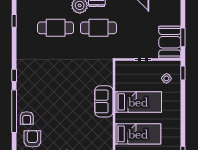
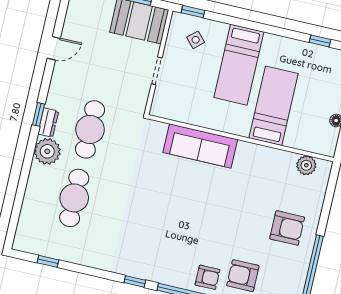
sofa: (104, 101) -> (200, 146), width x1.36
bed: (138, 102) -> (239, 65), moved, turned 180

